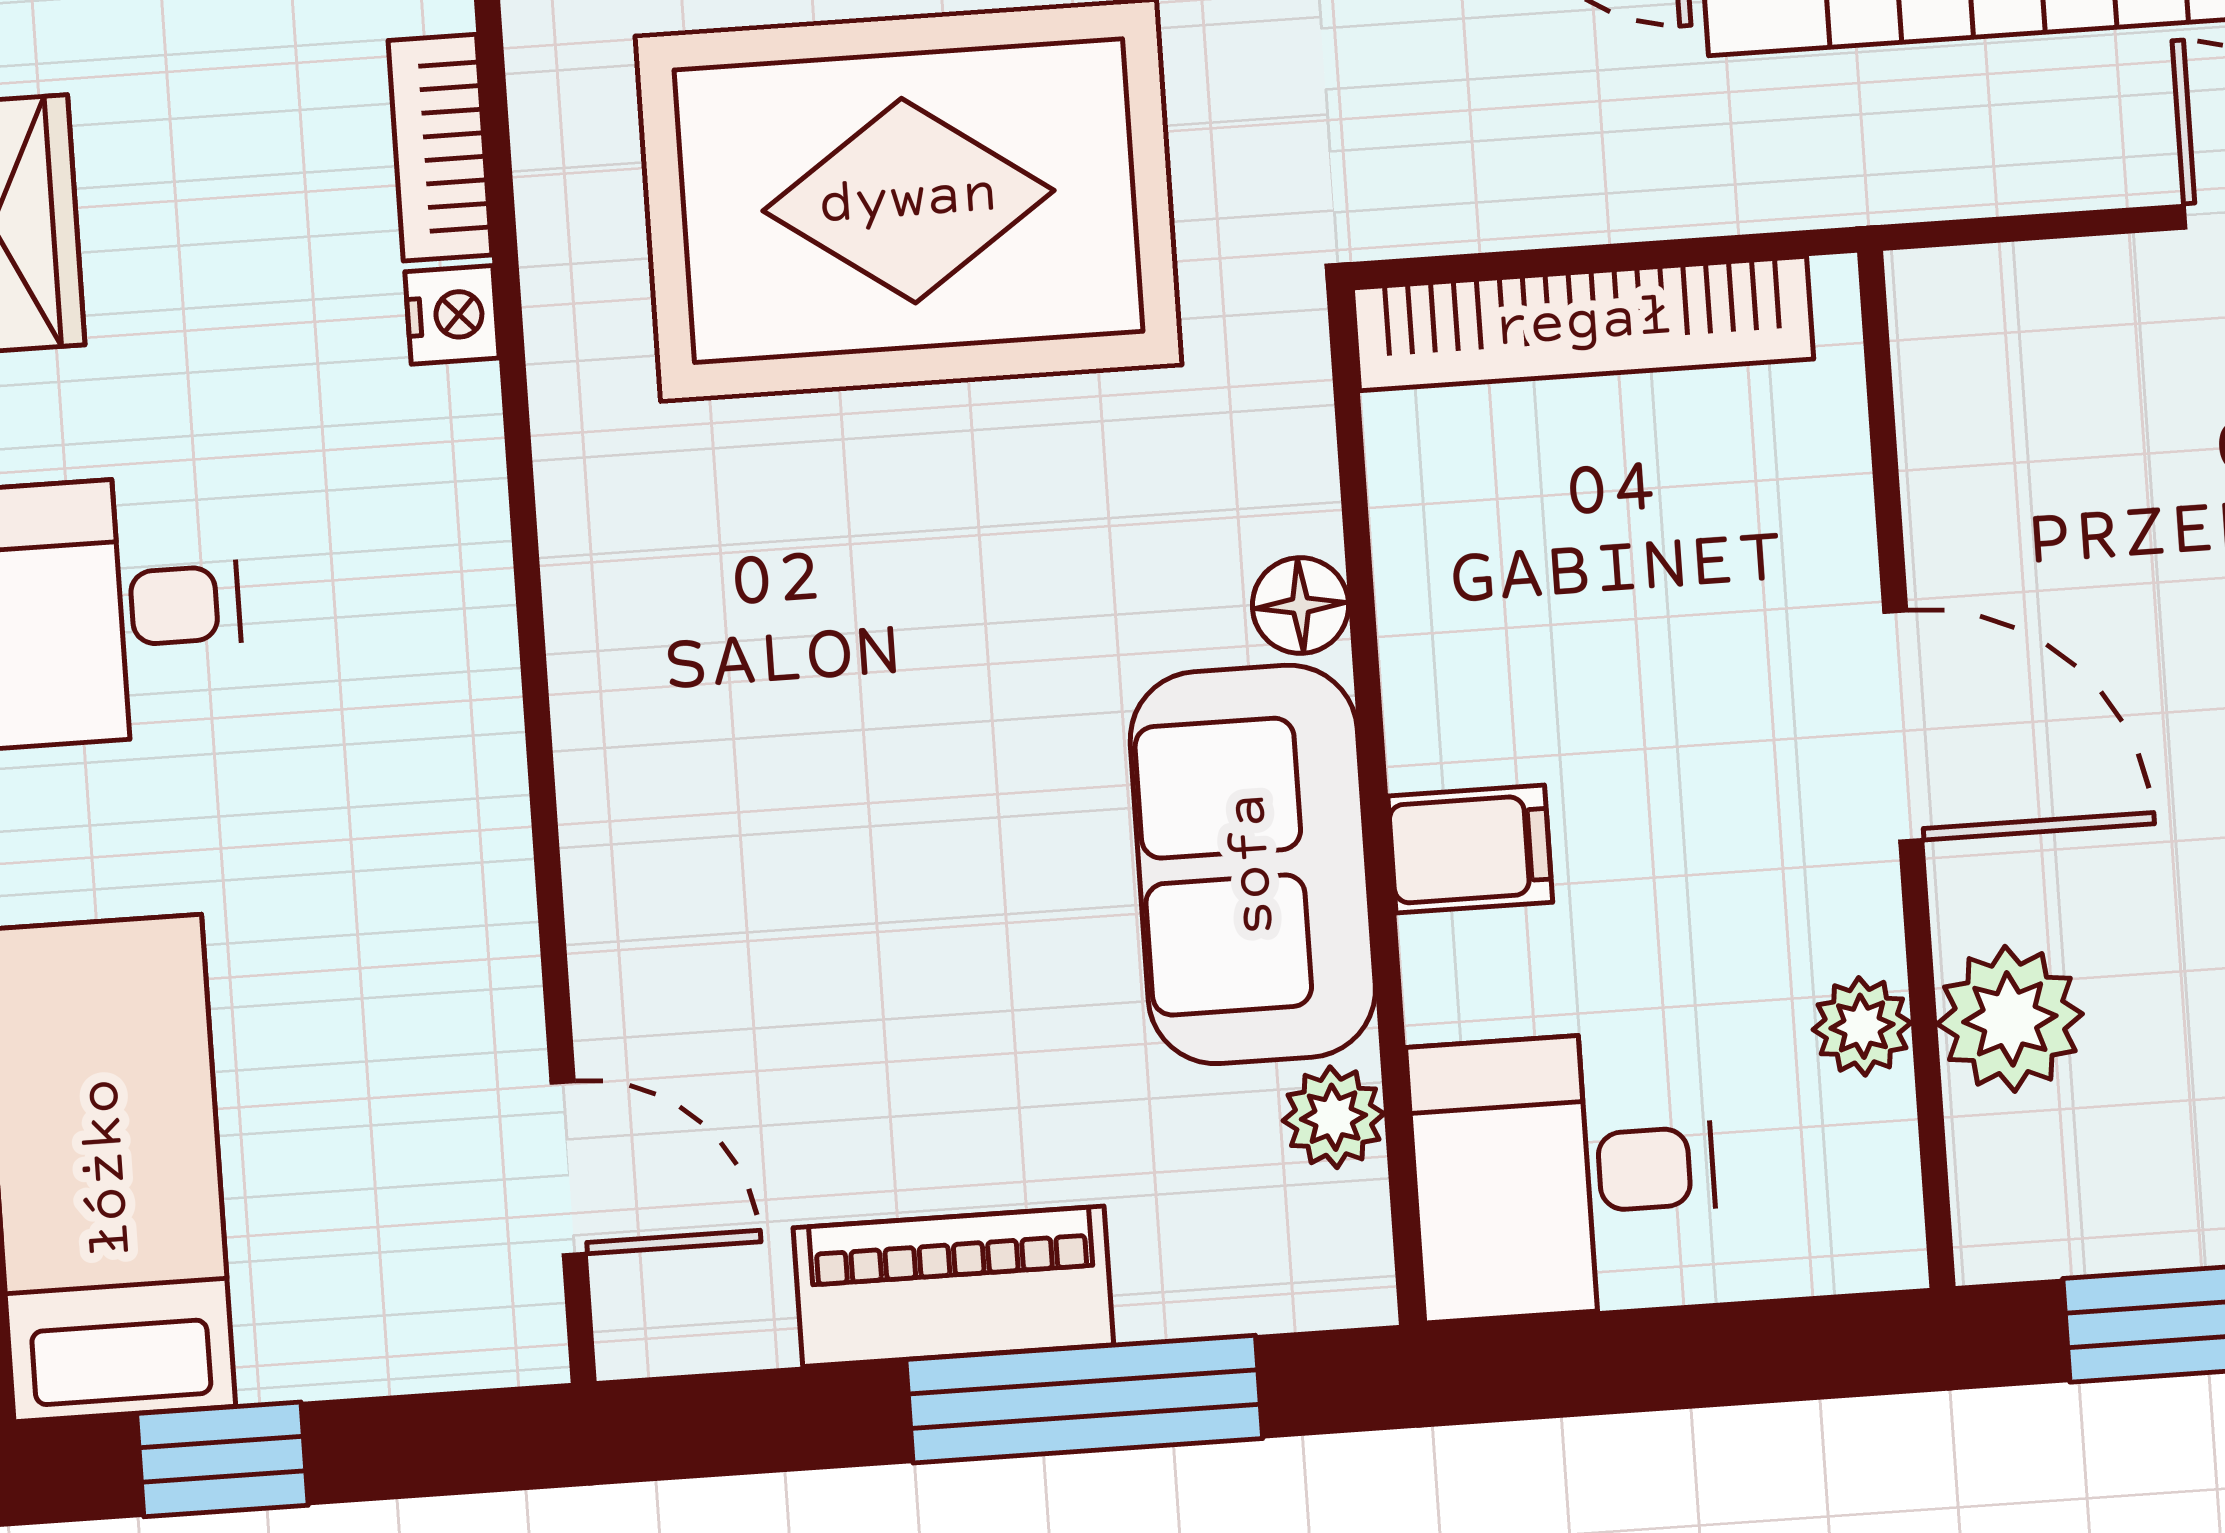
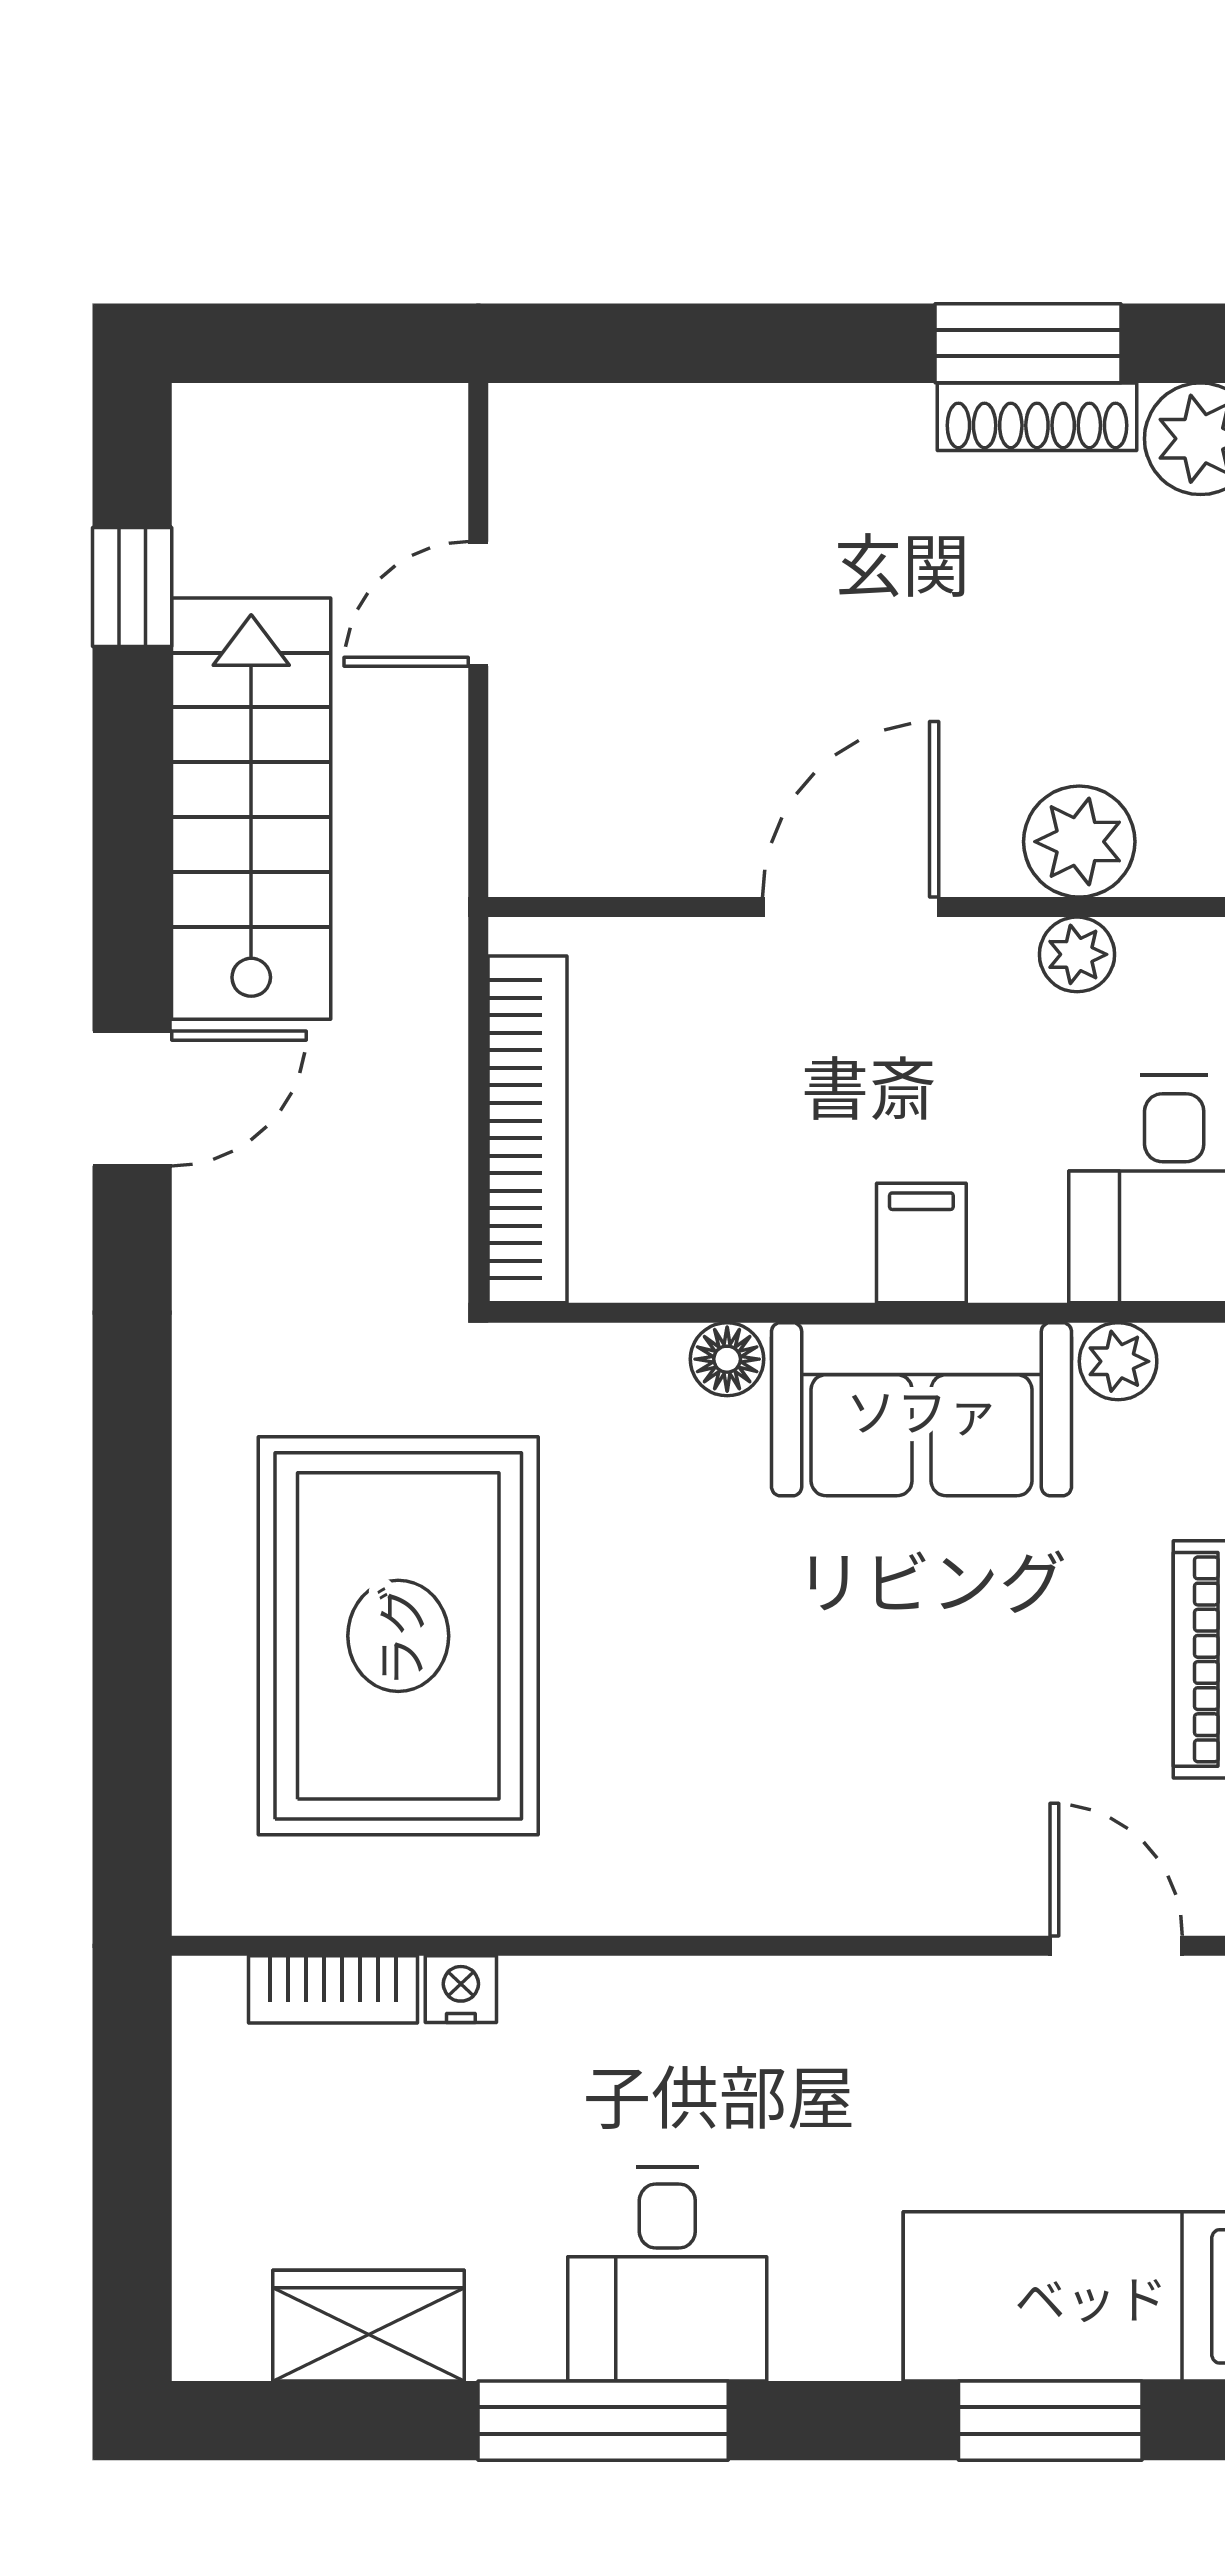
door: (569, 1168) -> (1116, 1946), hinge flipped

